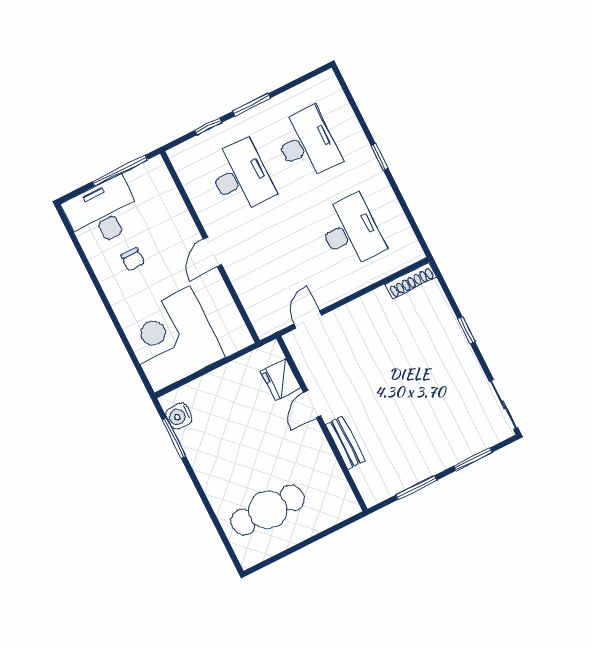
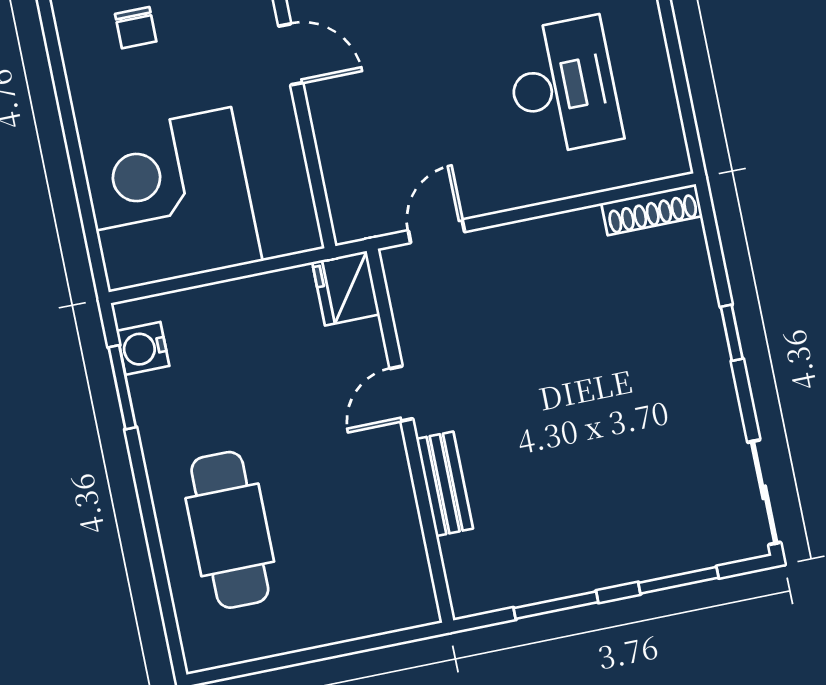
door: (213, 252) -> (291, 54), swing flipped
fridge: (281, 380) -> (346, 288), moved
cafe table: (268, 510) -> (230, 530), moved, turned 90

